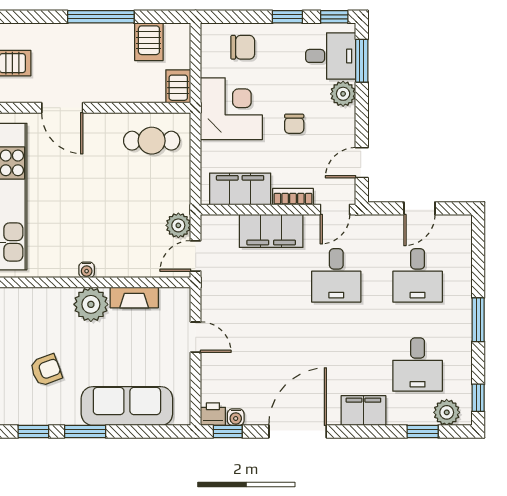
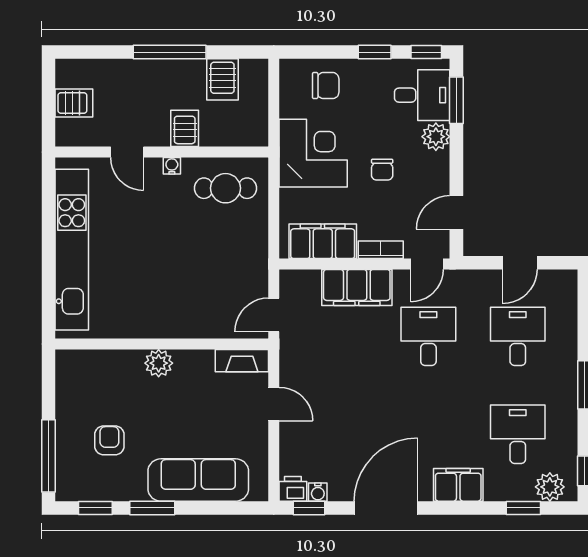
server rack: (178, 86) -> (185, 128), moved
door: (62, 108) -> (127, 152), width x0.73
plant: (178, 225) -> (255, 281), removed
water cooler: (87, 270) -> (172, 166), moved, turned 180
desk: (336, 275) -> (428, 336), turned 180
desk: (418, 275) -> (518, 336), turned 180
fireplace: (134, 298) -> (242, 361), moved
plant: (91, 304) -> (159, 363), width x0.73, depth x0.73
desk: (418, 365) -> (518, 434), turned 180
armchair: (46, 370) -> (109, 440), turned -70

